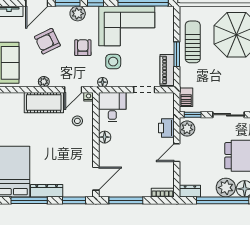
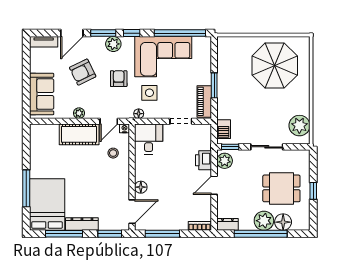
sun lounger: (193, 42) -> (230, 73), removed
floor lamp: (105, 137) -> (141, 187), moved

